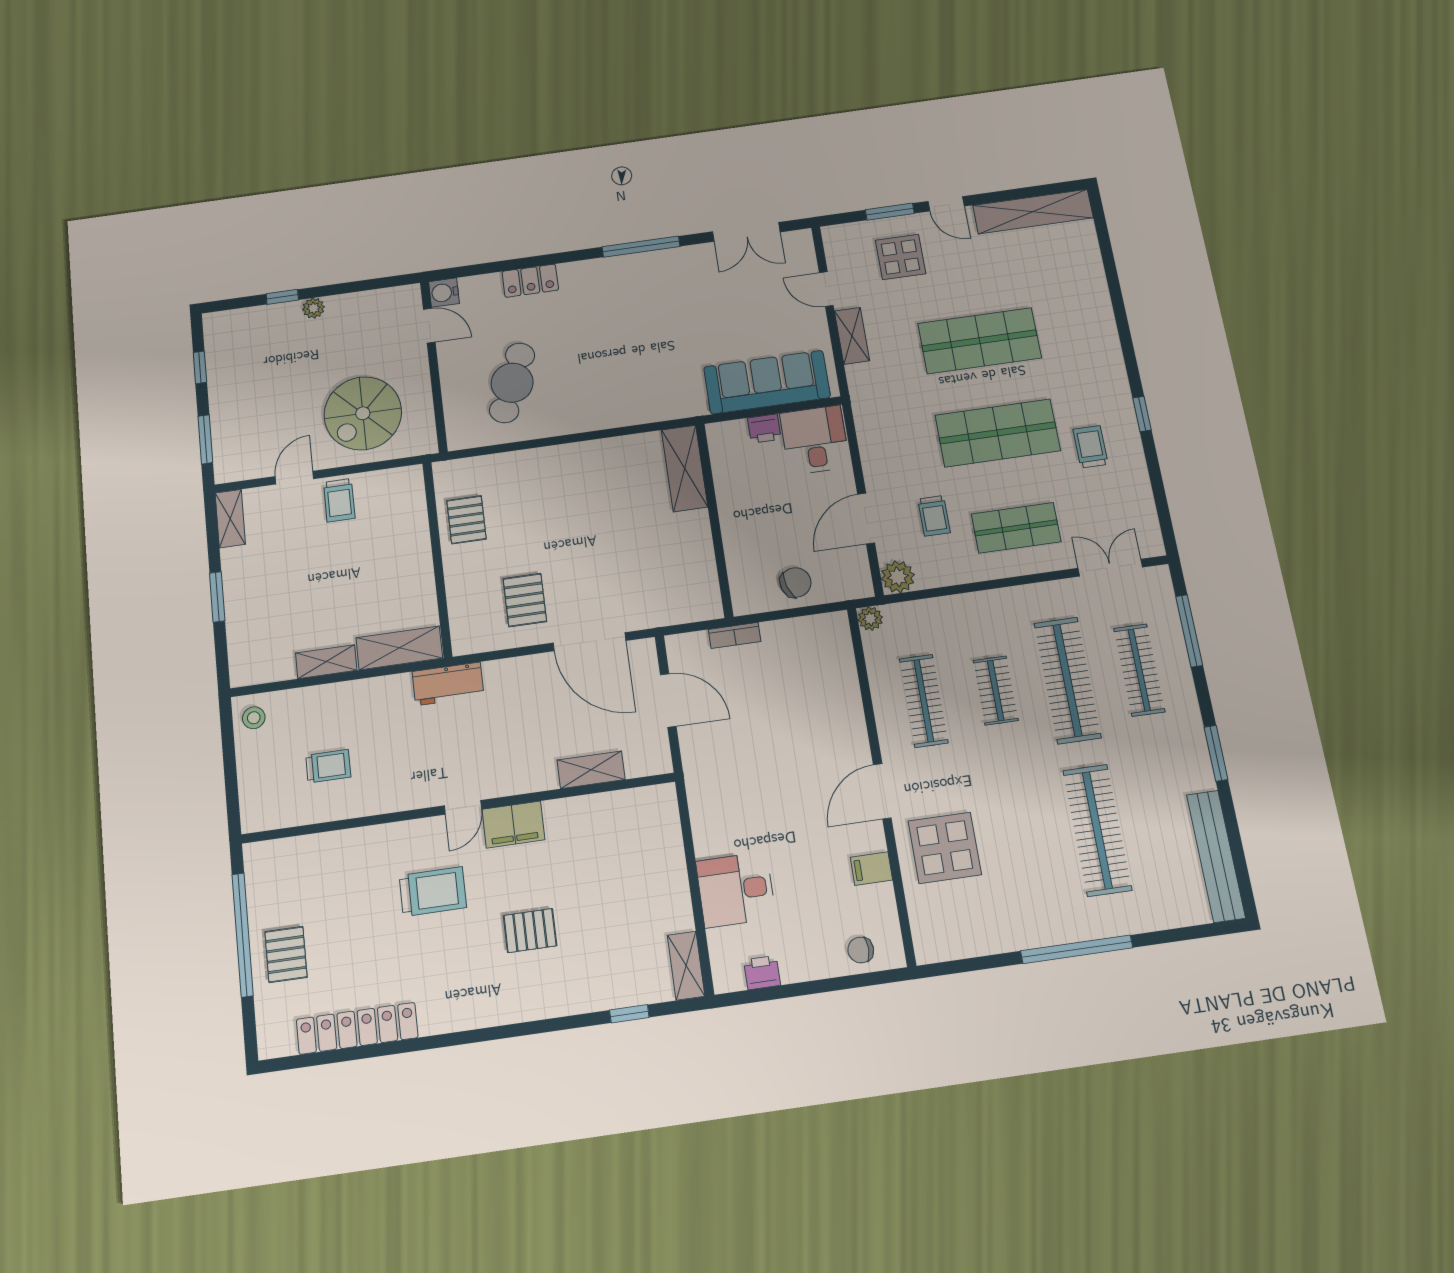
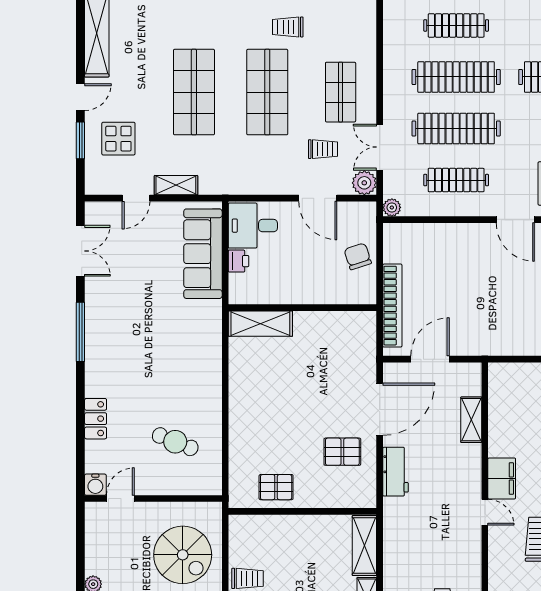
cafe table: (512, 383) -> (175, 442), width x0.73, depth x0.74
double door: (1110, 568) -> (380, 147), moved
bookcase: (735, 635) -> (392, 306), width x2.31, depth x1.31
workbench: (448, 684) -> (396, 472), moved
clothes rail: (996, 690) -> (456, 129), width x1.86, depth x1.31

